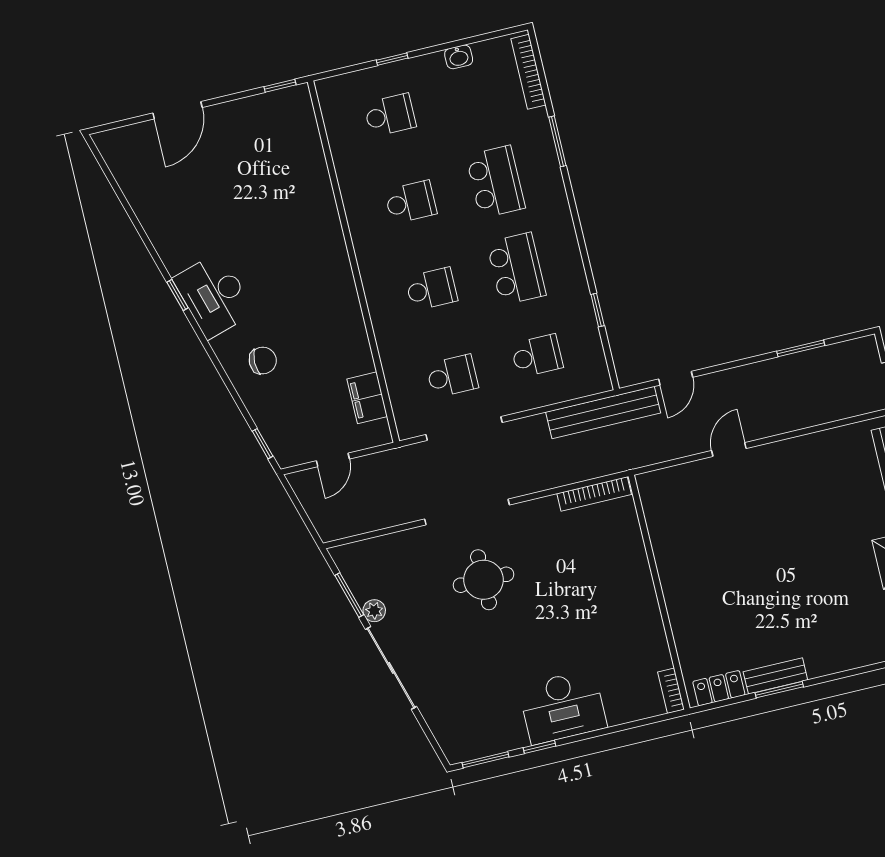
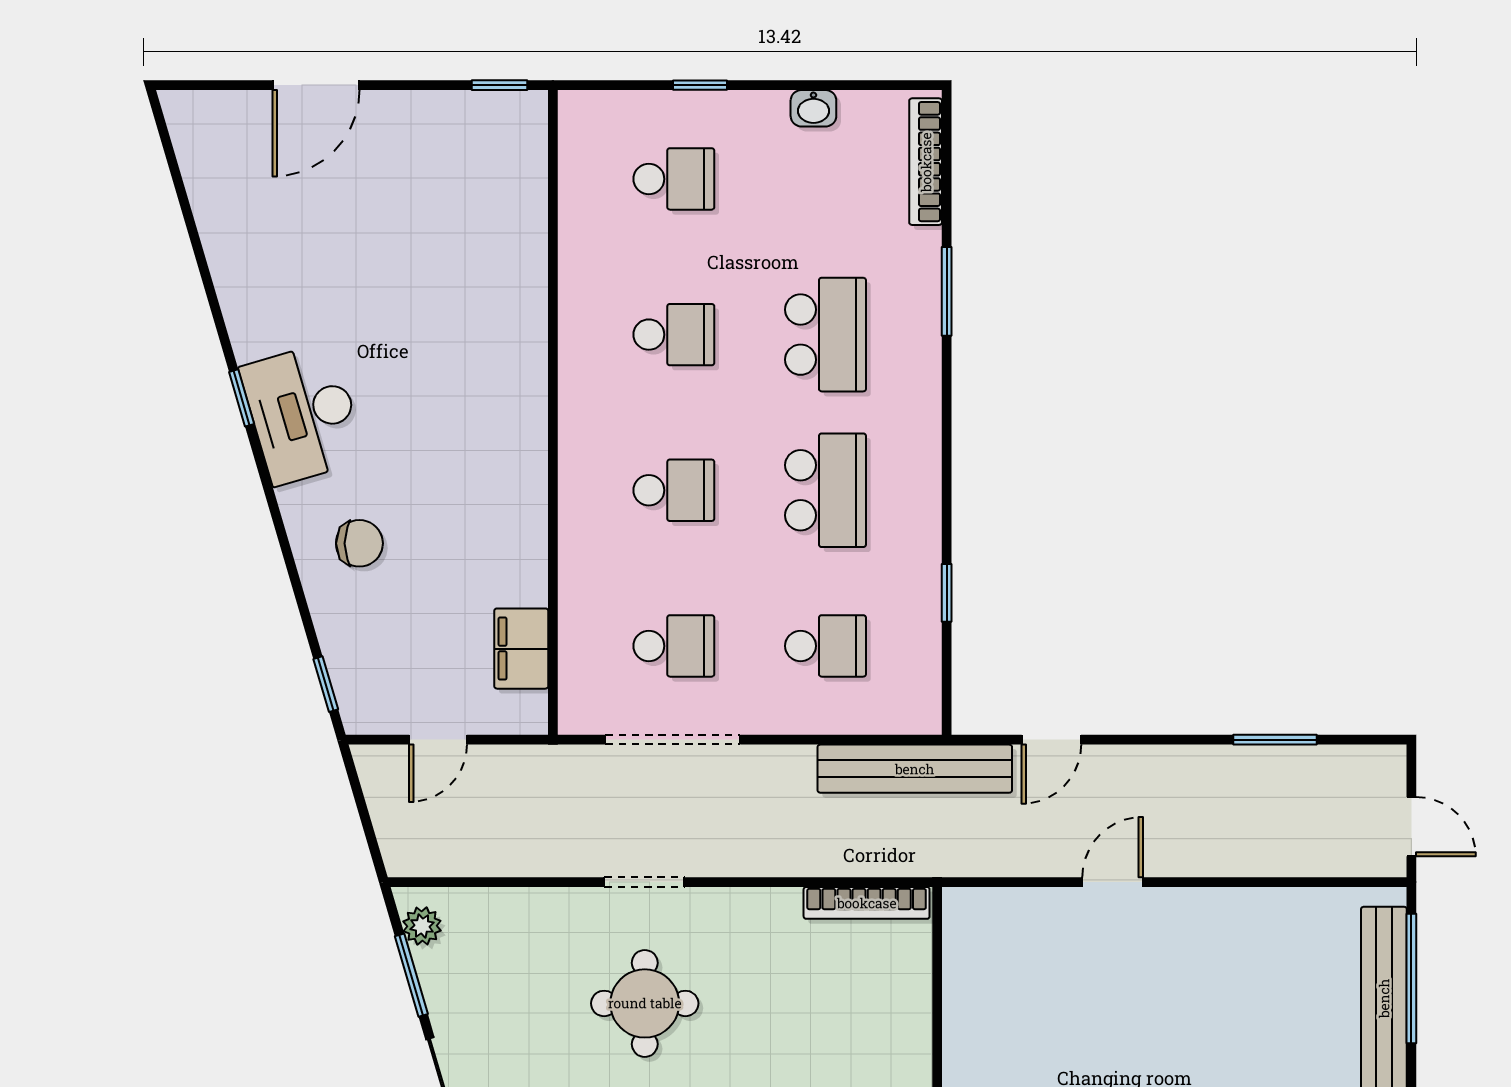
doorway: (467, 512) -> (644, 882), width x0.53
plant: (374, 611) -> (422, 926), moved

